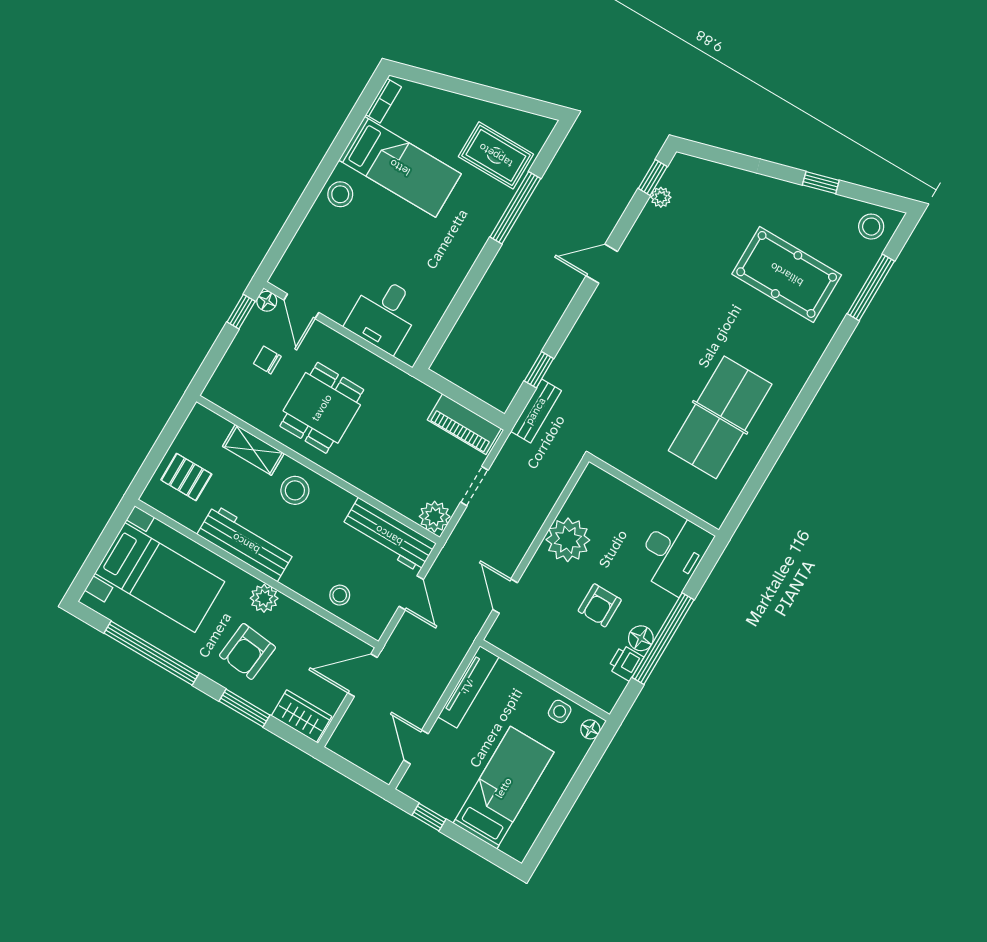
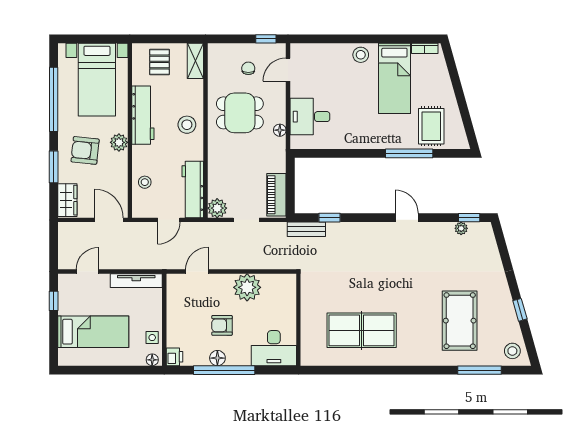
floor lamp: (267, 301) -> (280, 130), moved
shelving: (253, 450) -> (195, 61), moved
printer: (626, 663) -> (174, 357), moved, turned 90

